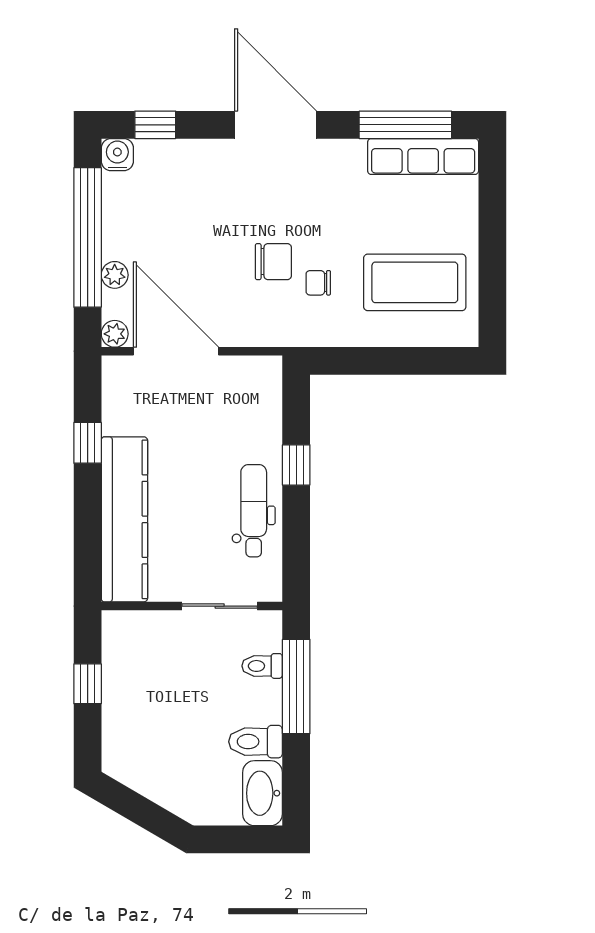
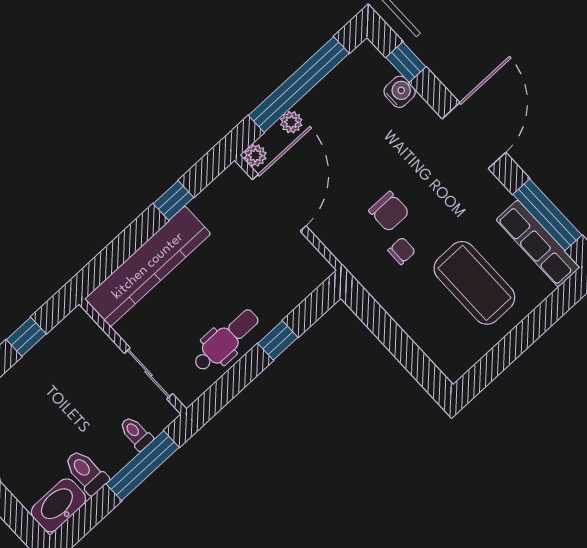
water cooler: (117, 155) -> (400, 92), moved
coffee table: (415, 282) -> (474, 283), moved
chair: (318, 283) -> (402, 251), turned 90

